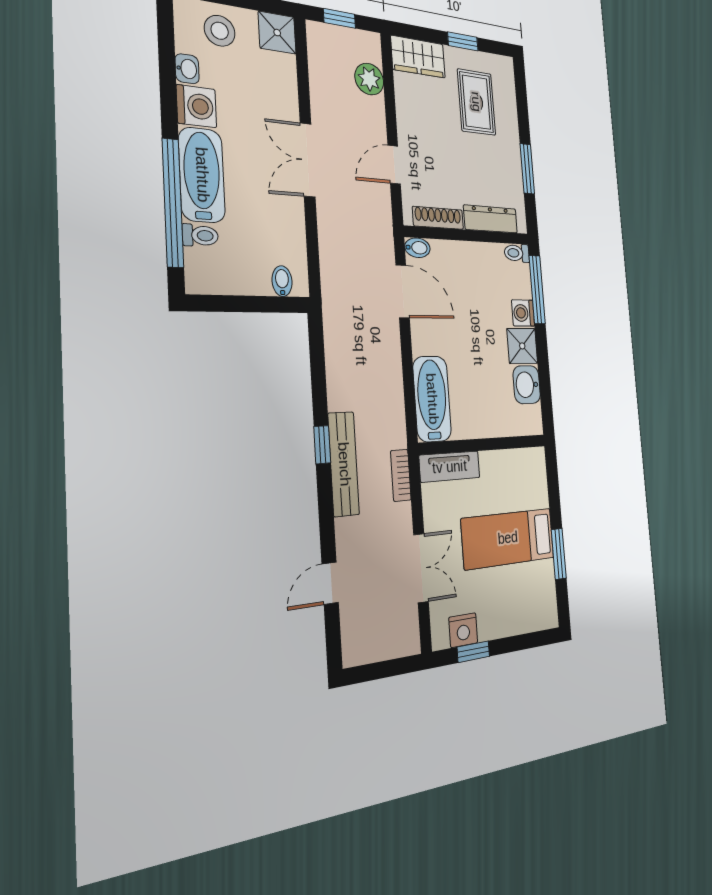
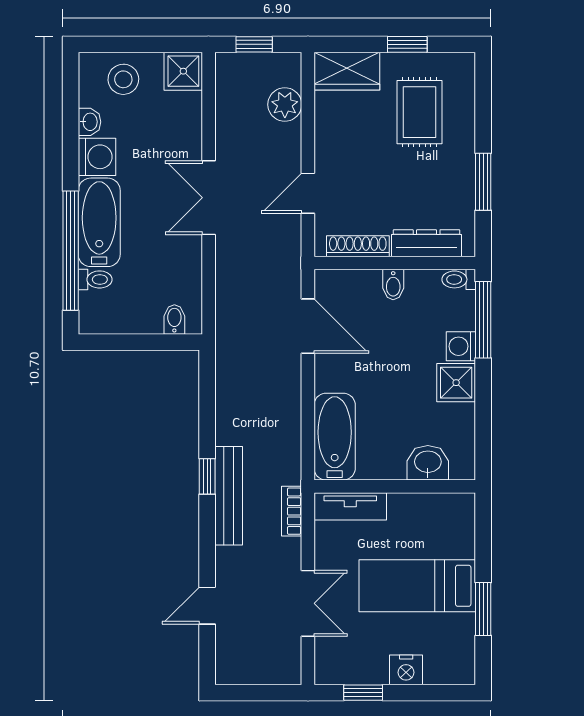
bidet: (417, 248) -> (393, 285), moved, turned 90
washbasin: (527, 385) -> (428, 463), moved, turned 90
nightstand: (463, 630) -> (406, 670), moved

